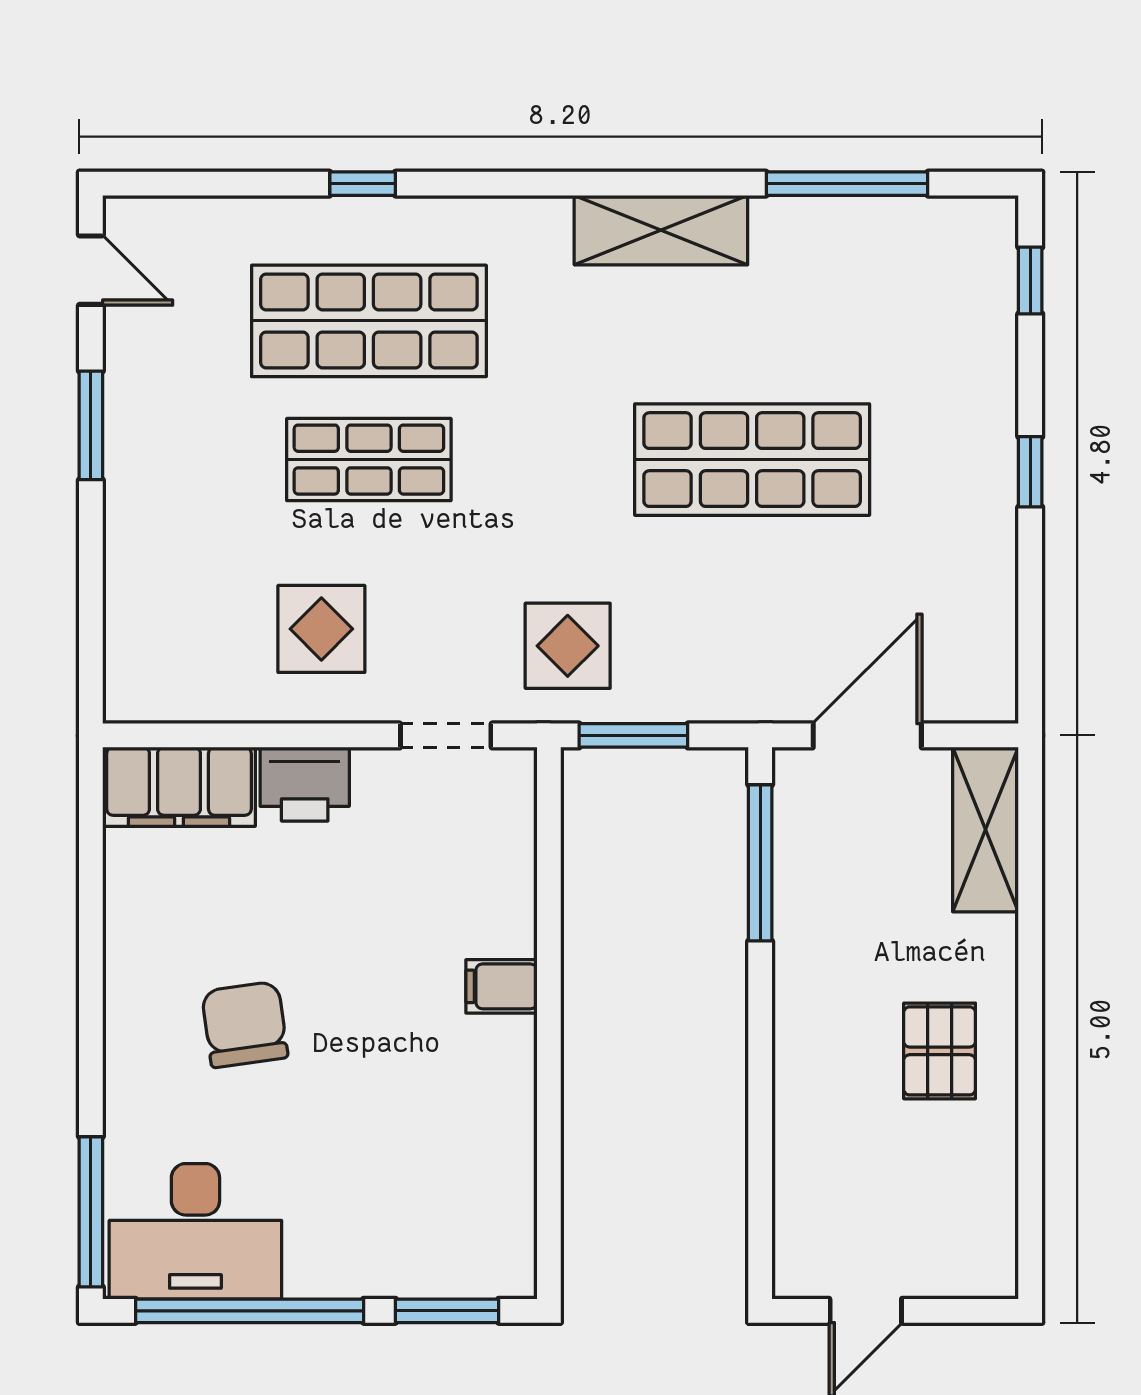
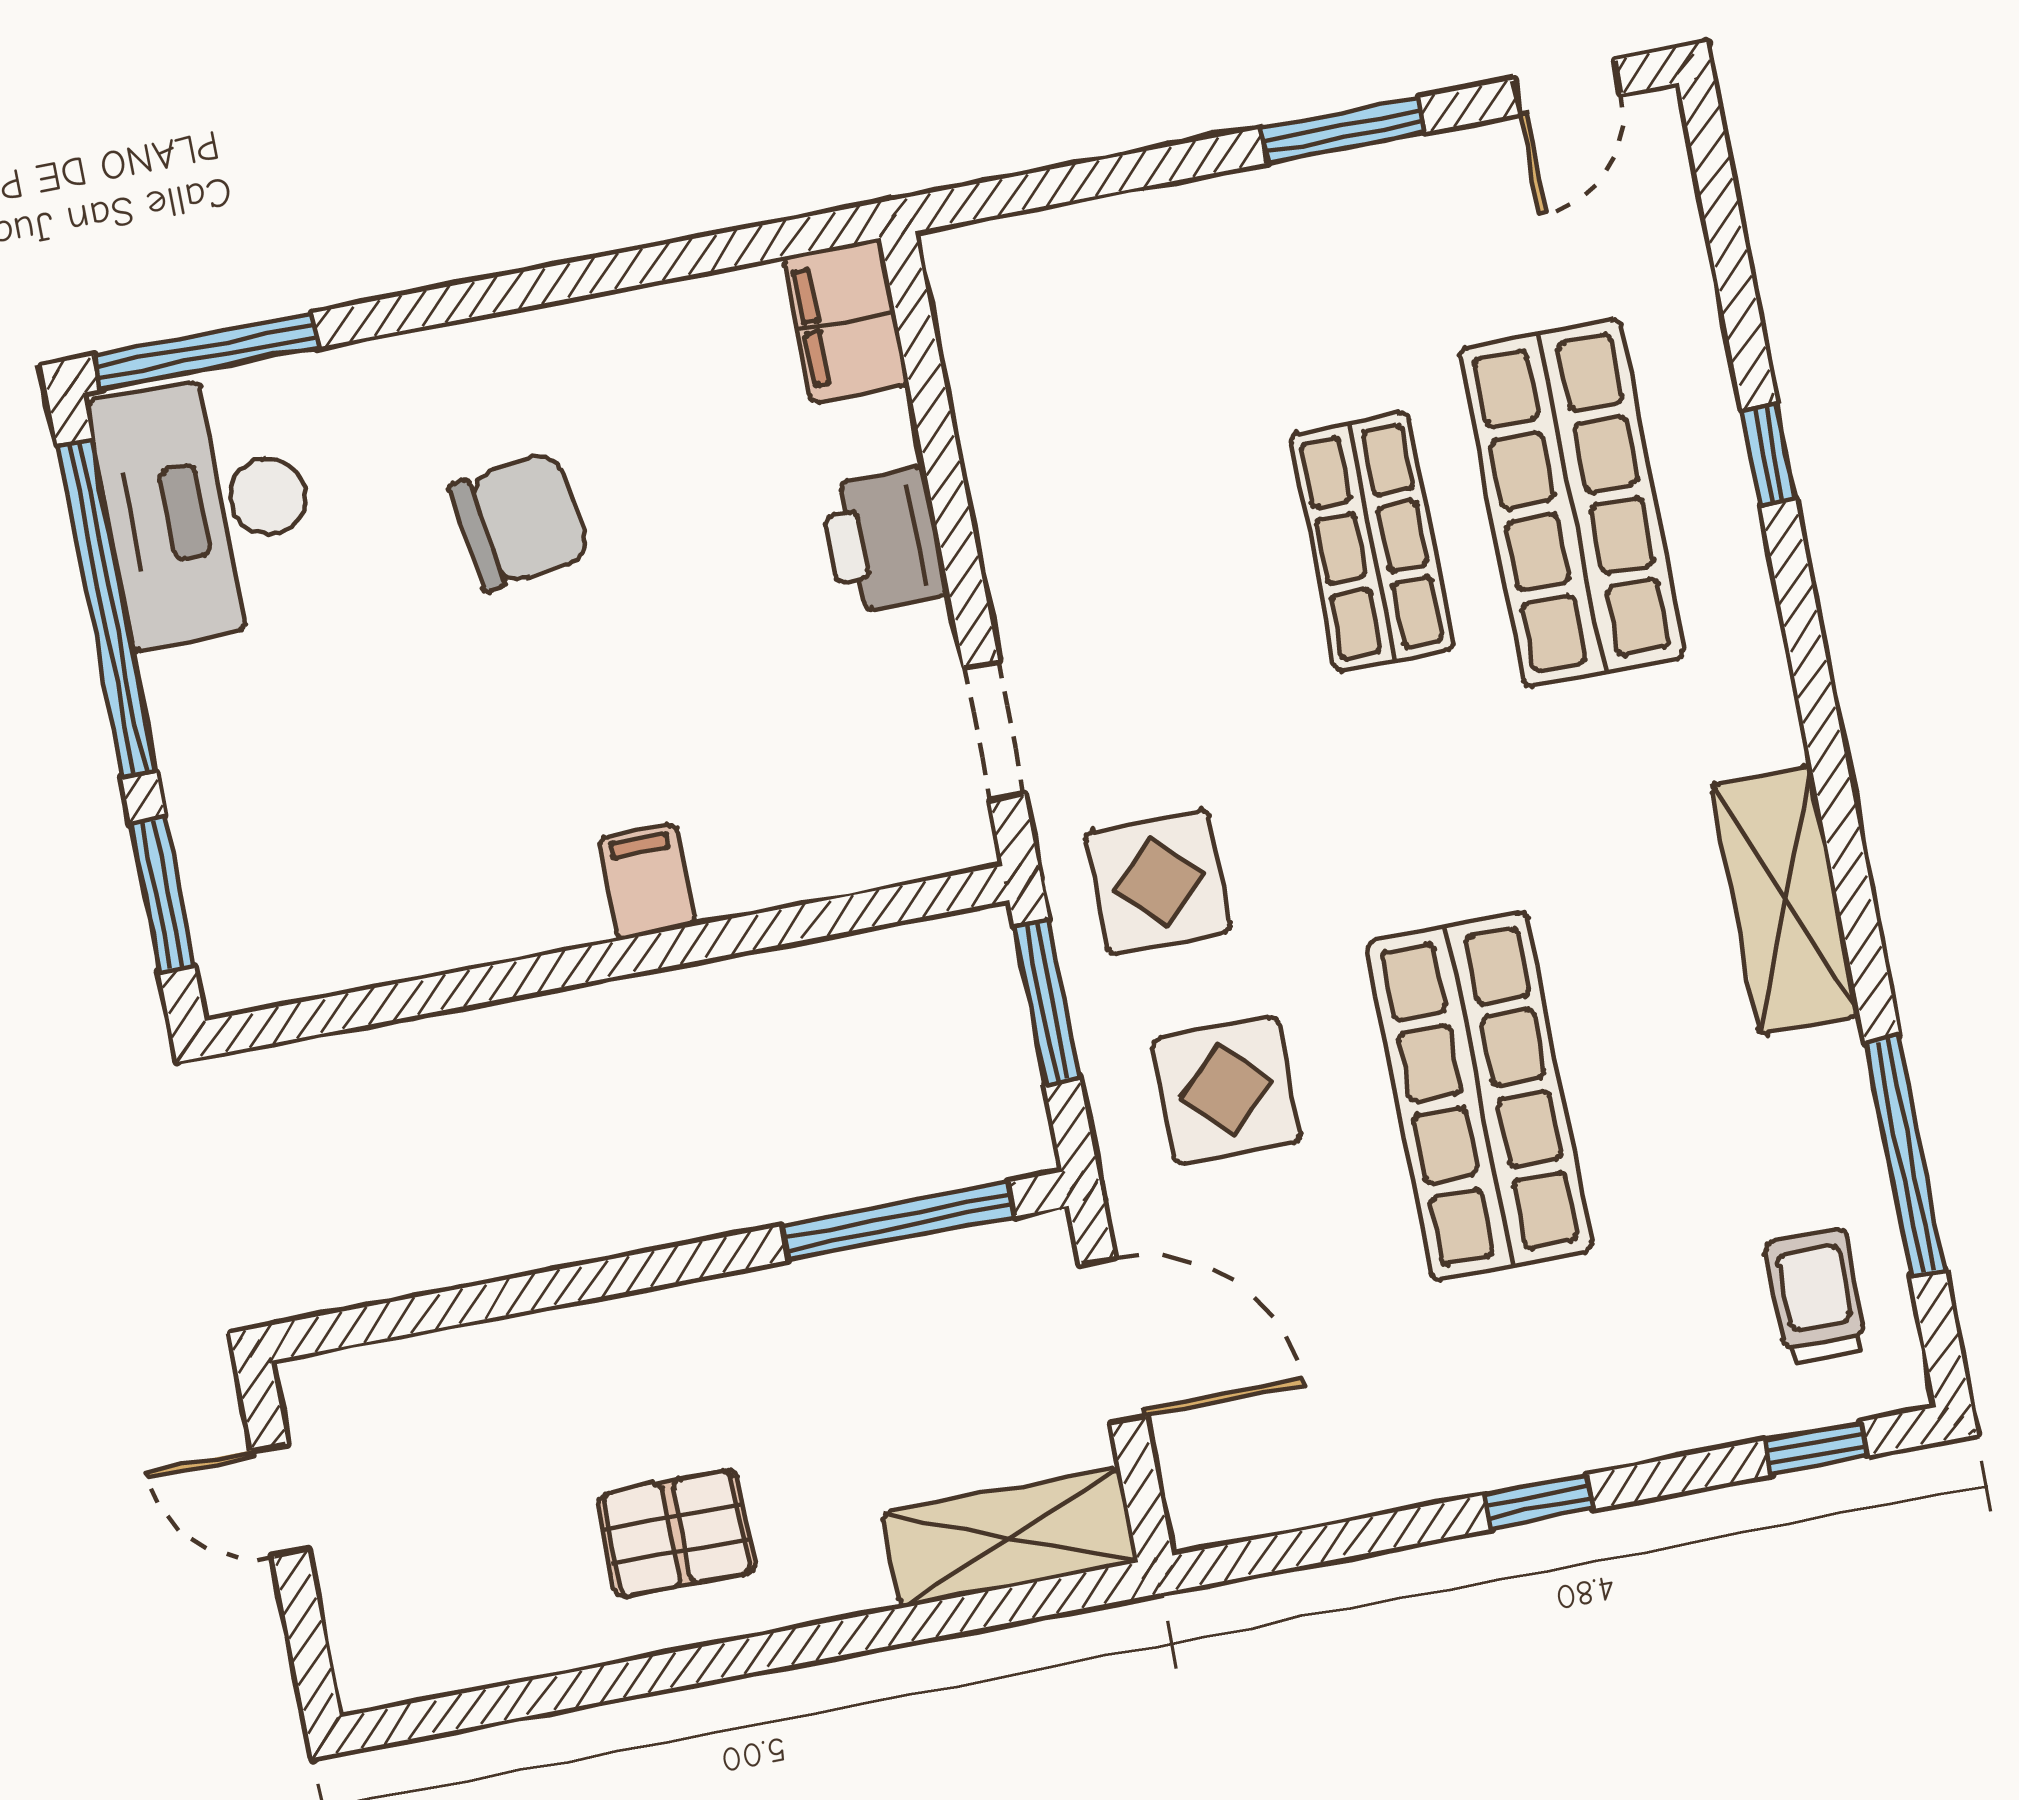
trolley: (929, 261) -> (1816, 1297), added
display table: (321, 629) -> (1226, 1090), moved
filing cabinet: (179, 787) -> (846, 321), width x0.67, depth x0.86

